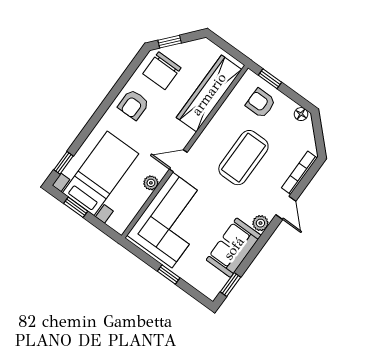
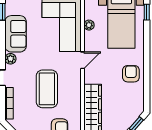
chair: (162, 71) -> (129, 105), removed
plant: (151, 183) -> (89, 25), moved

